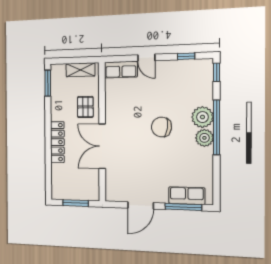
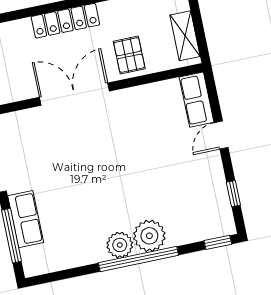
pallet: (85, 107) -> (129, 55), turned 90
chair: (161, 127) -> (123, 179), removed
row of seats: (187, 196) -> (26, 219), moved

